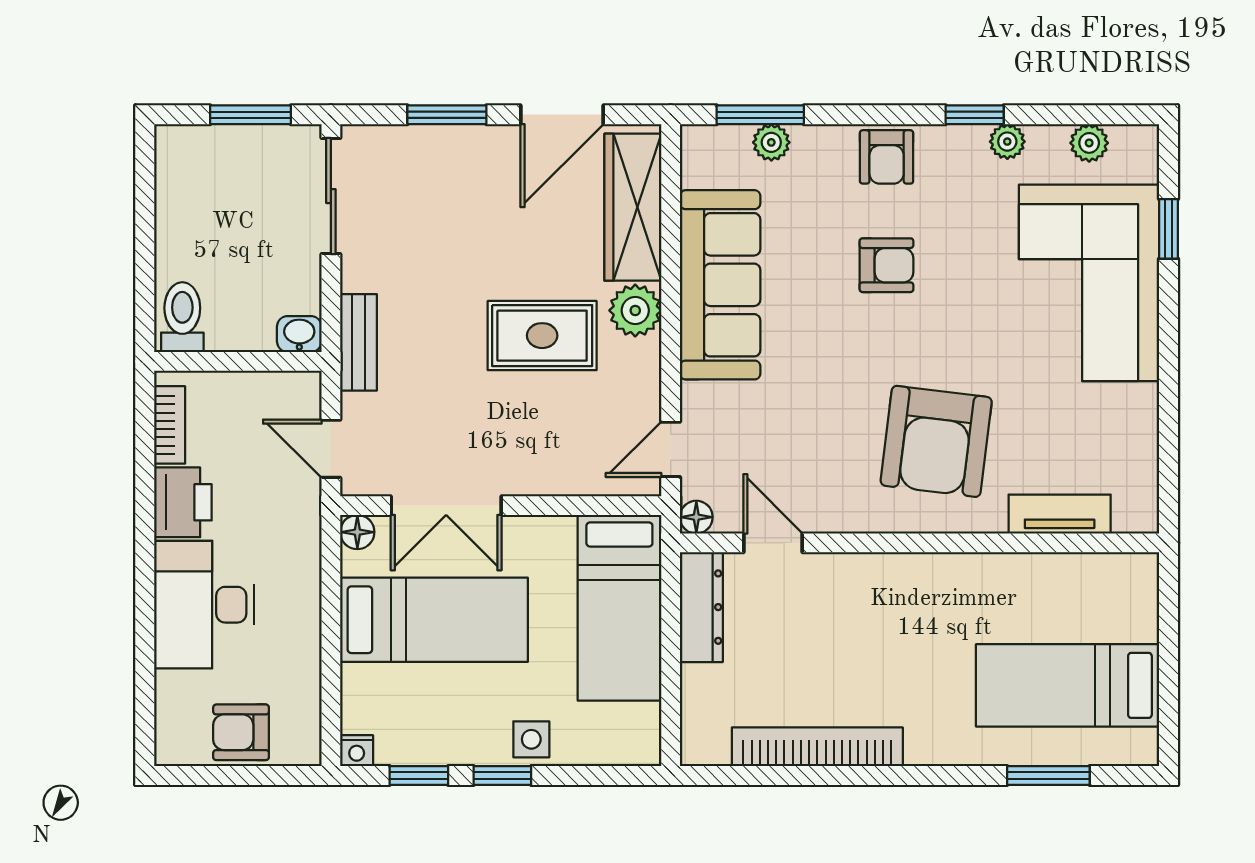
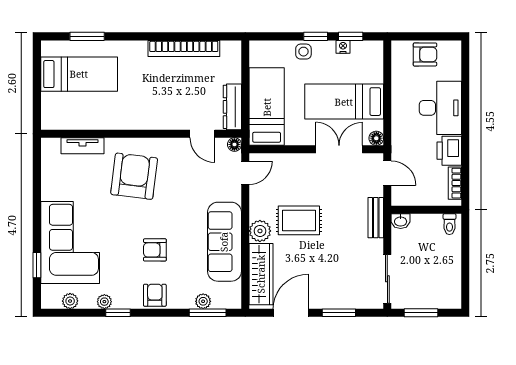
toilet: (182, 317) -> (449, 224), width x0.73, depth x0.72
nightstand: (357, 751) -> (343, 47), moved

